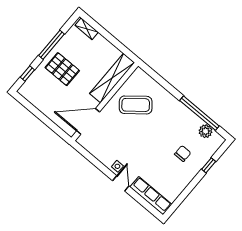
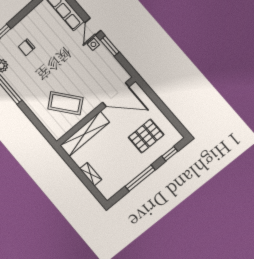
shelving: (87, 29) -> (91, 174), moved
pallet: (62, 69) -> (146, 136), moved, turned 90
window: (101, 167) -> (110, 46), added

